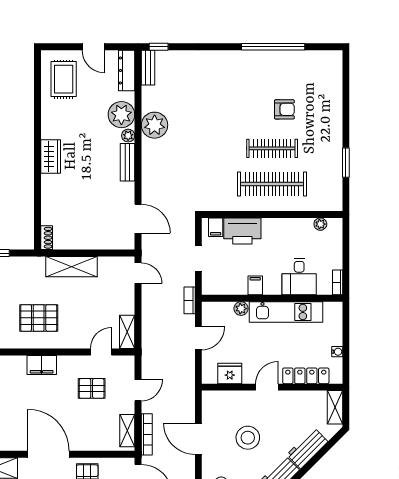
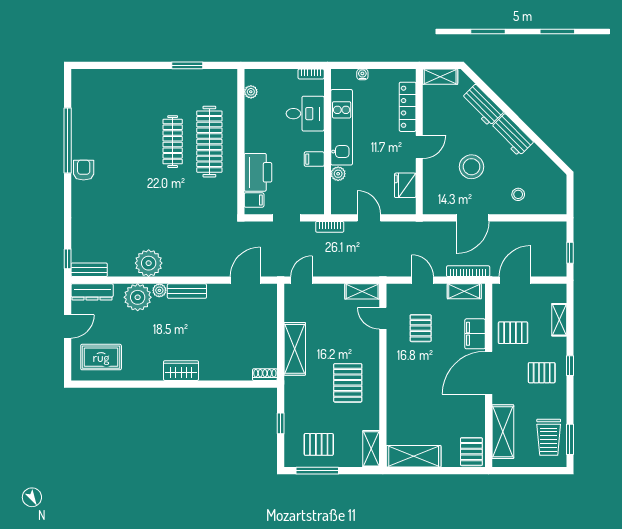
armchair: (284, 109) -> (84, 170), moved
water cooler: (337, 352) -> (362, 74), moved
filing cabinet: (42, 365) -> (475, 334), moved, turned 180
door: (267, 387) -> (419, 147), swing flipped

